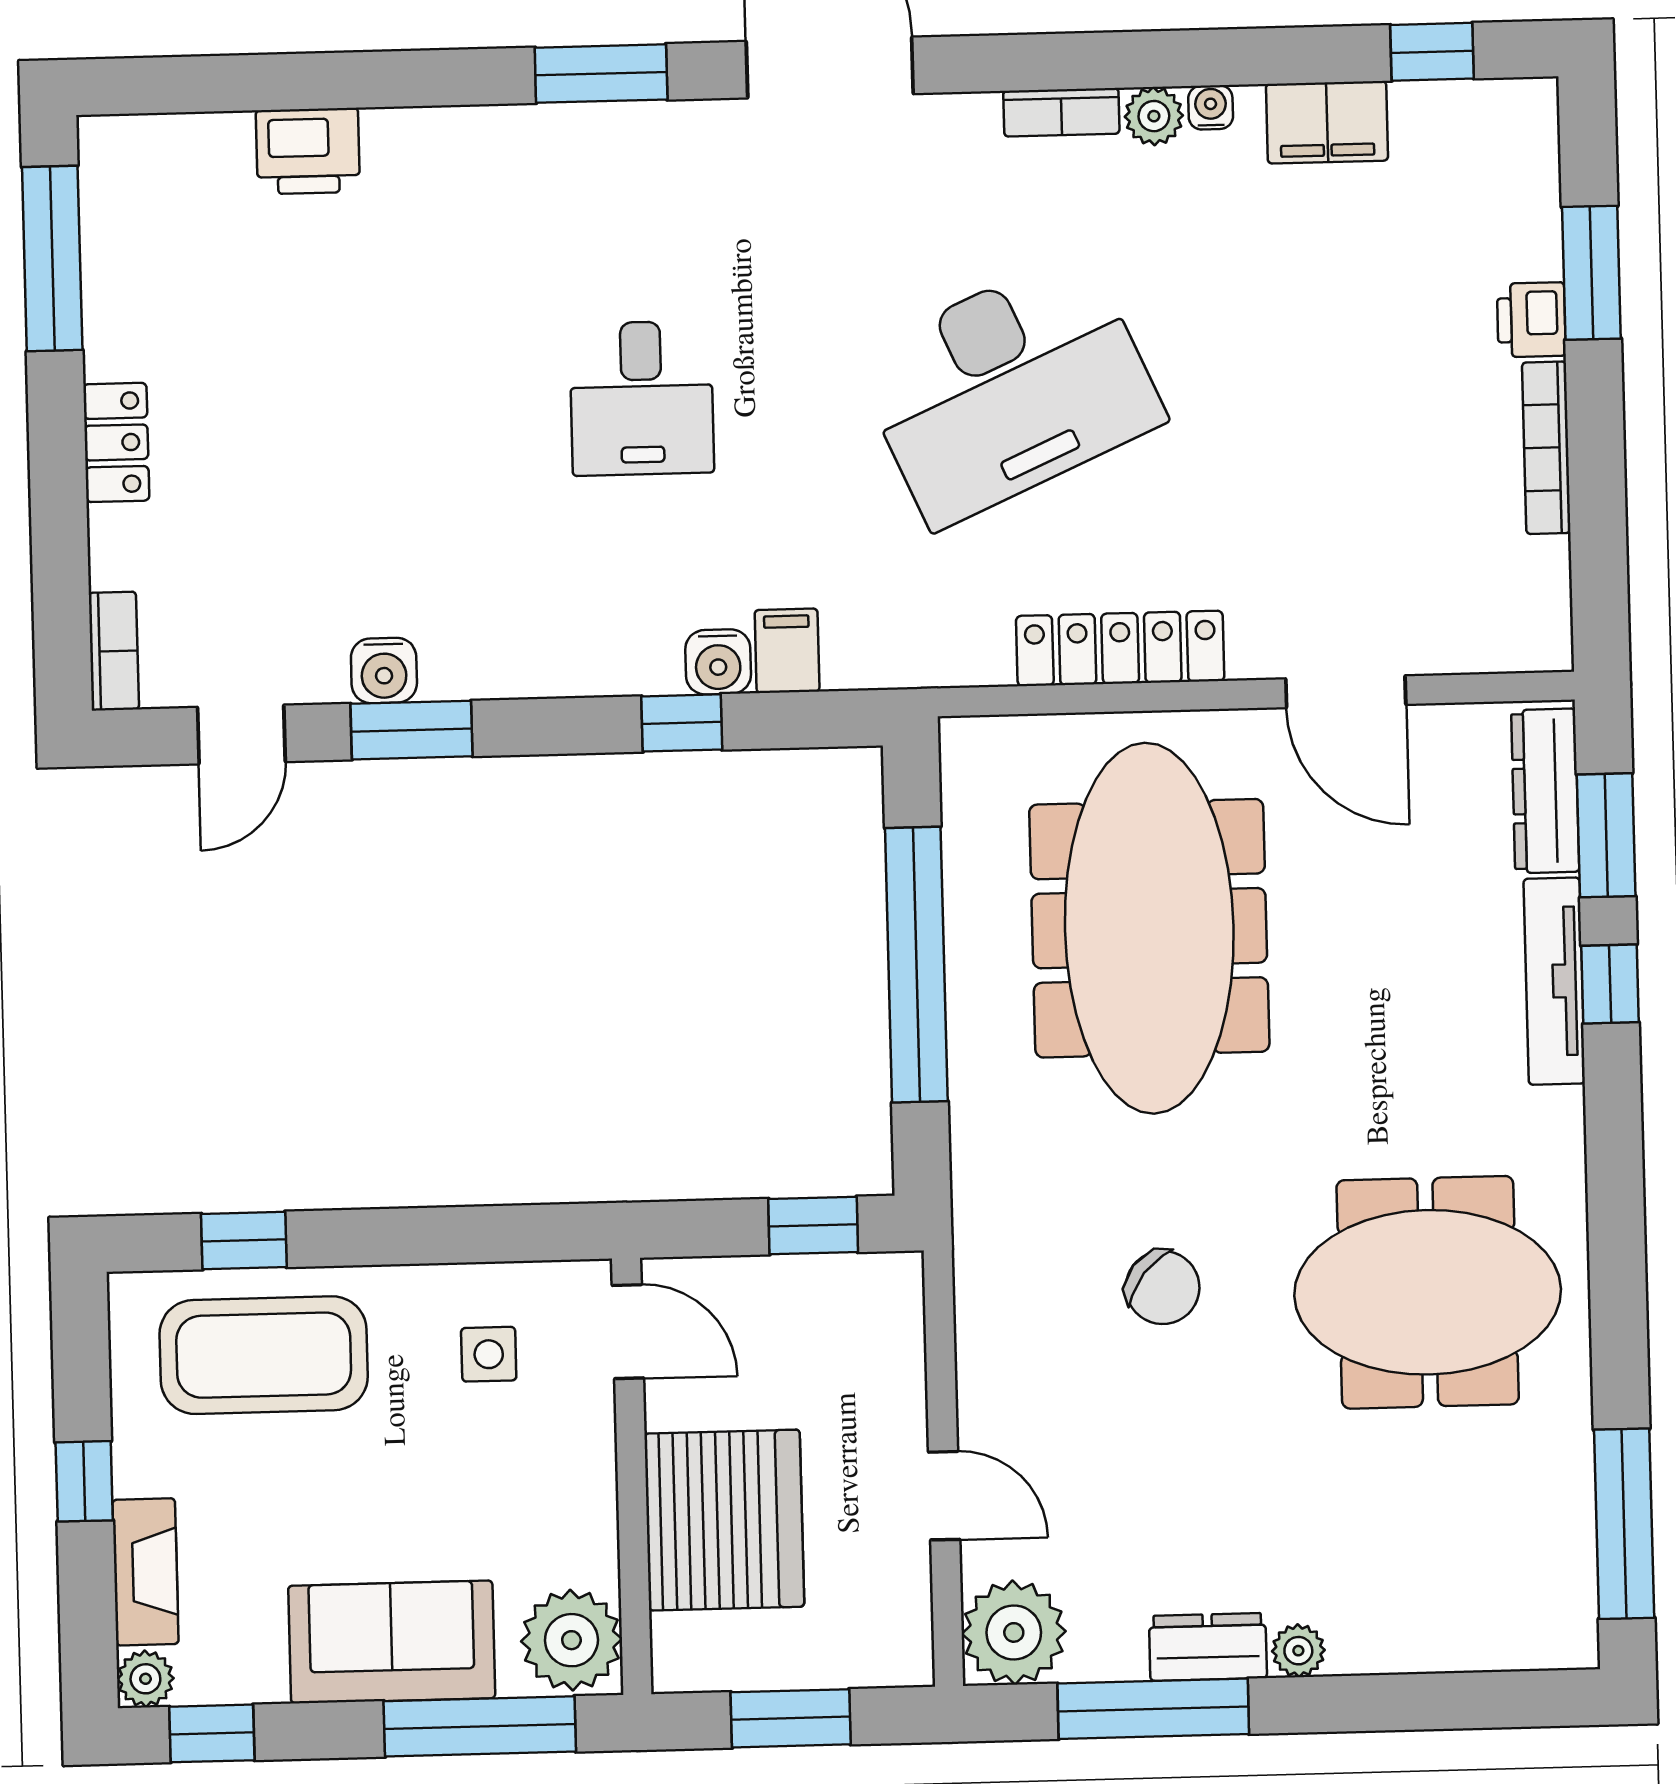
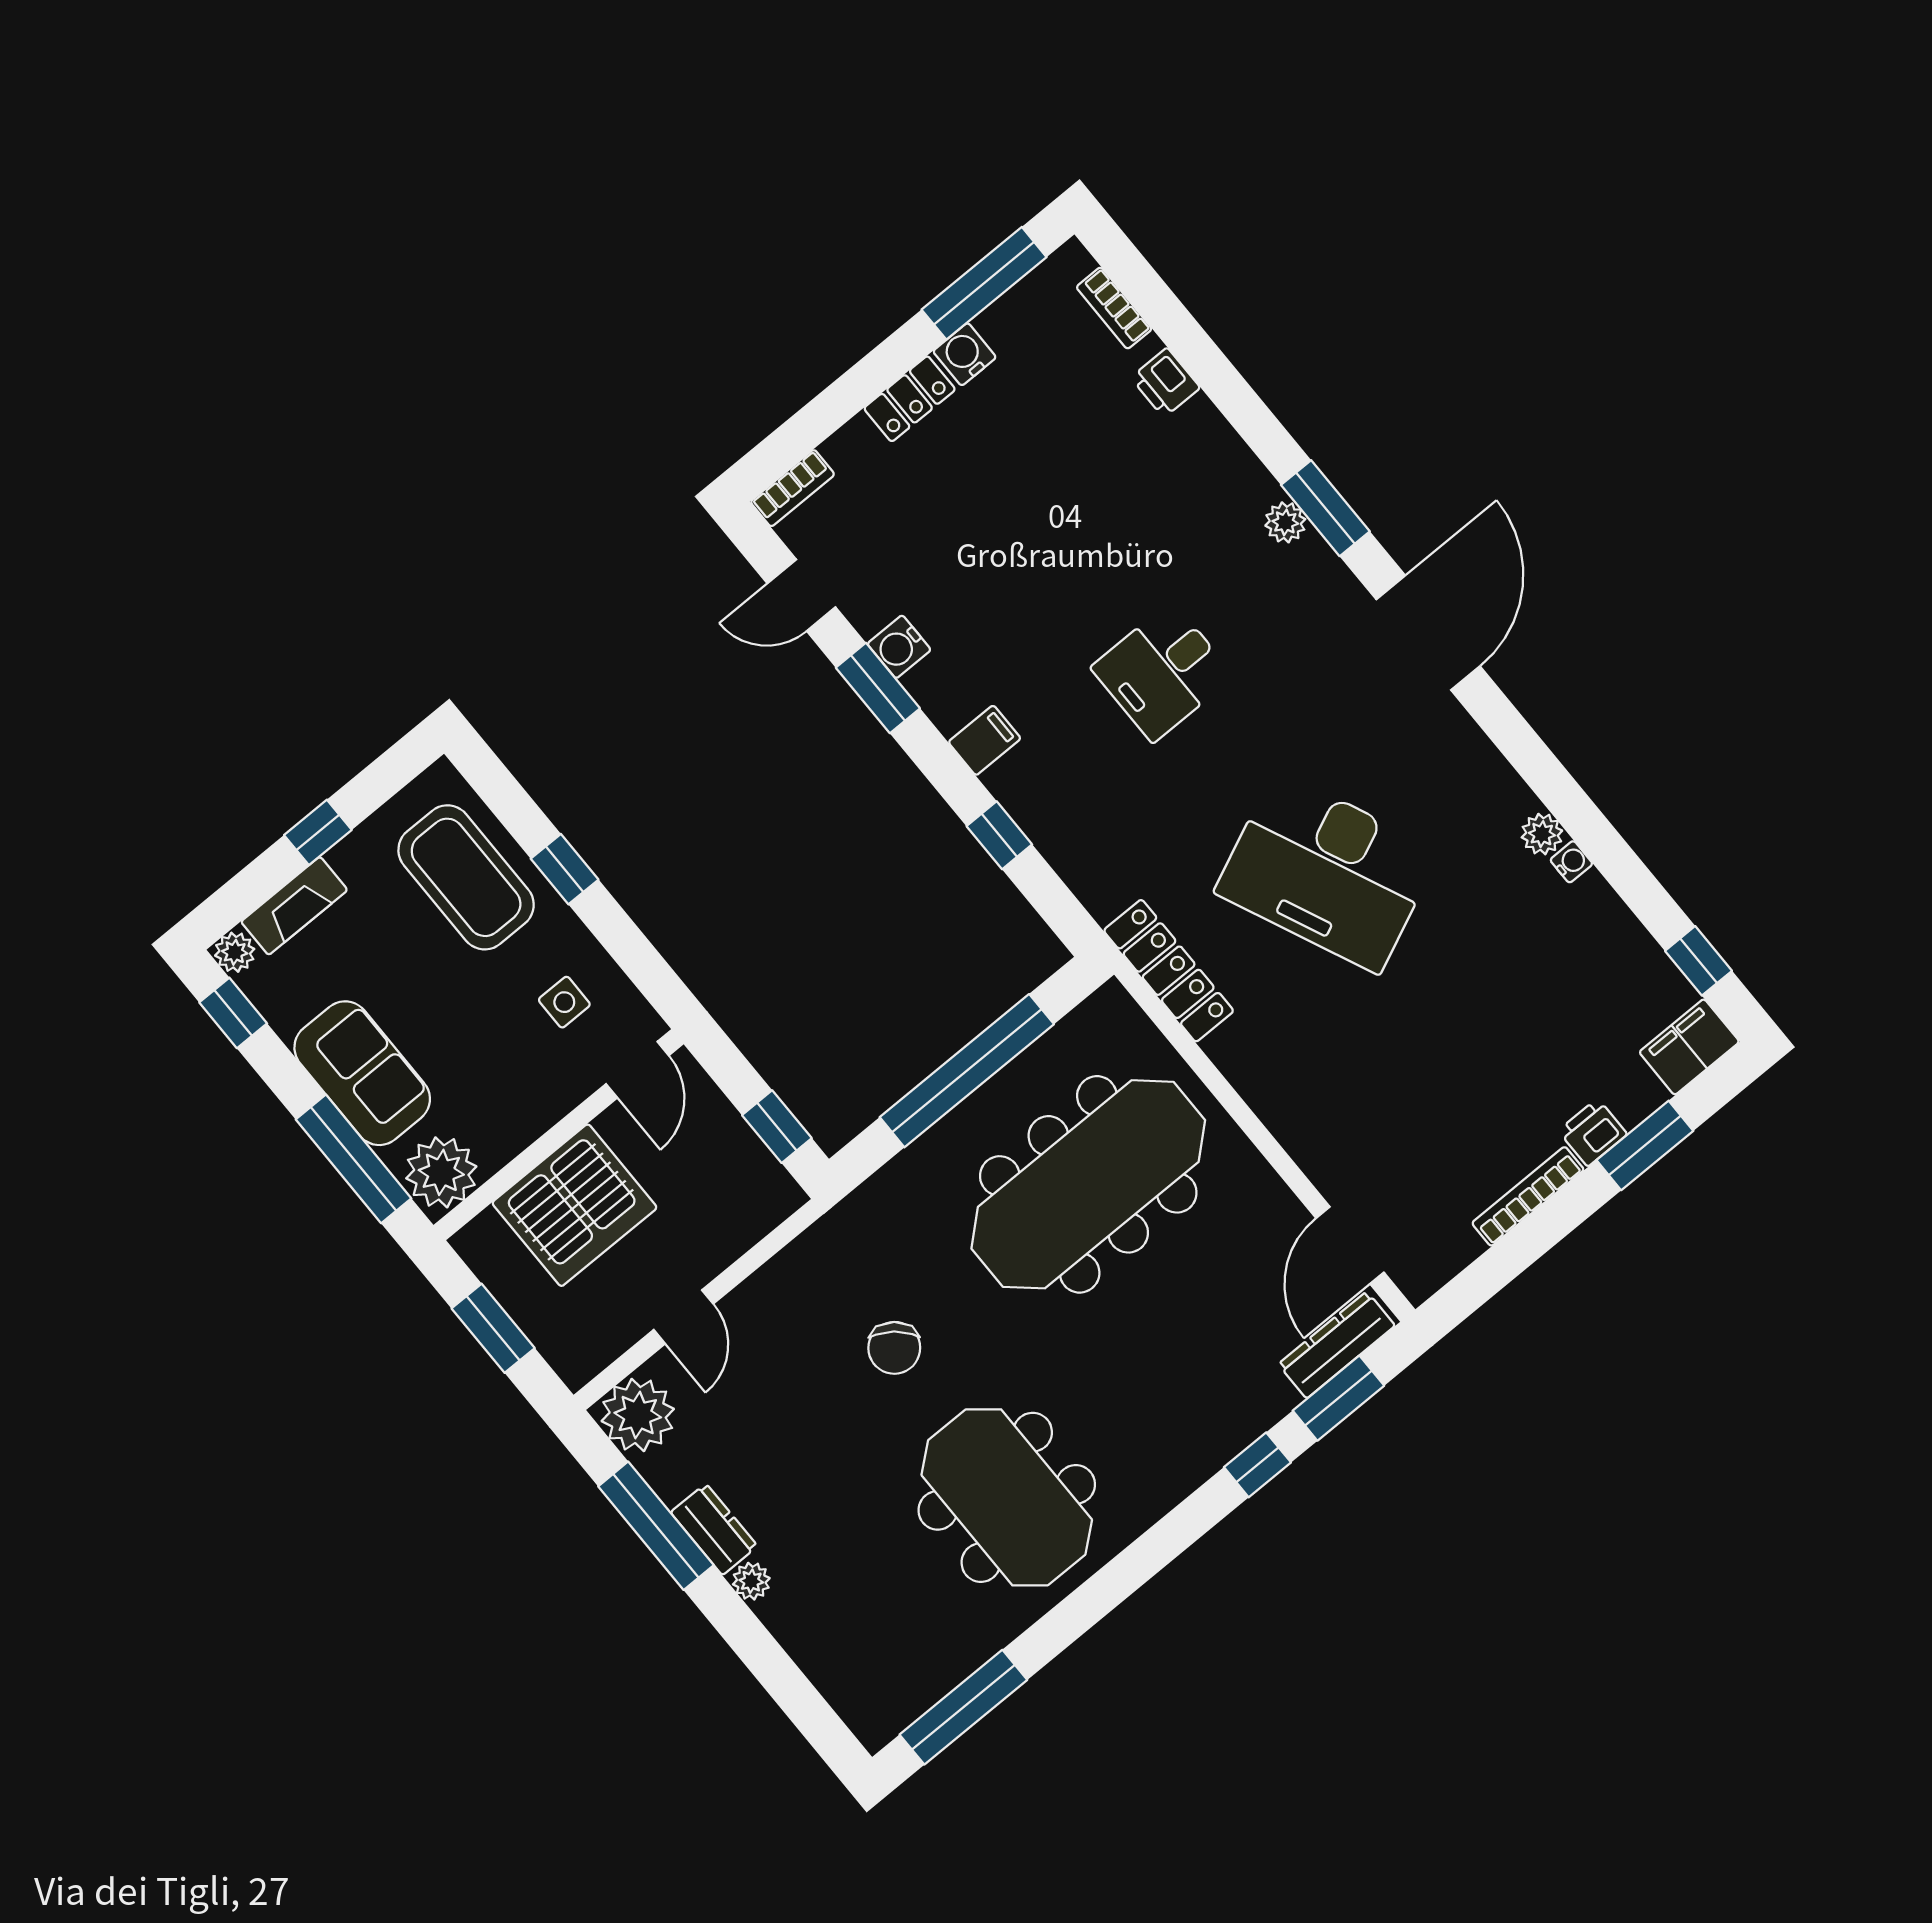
bookcase: (1061, 112) -> (1114, 308), moved
filing cabinet: (1327, 122) -> (1689, 1047), moved, turned 90
plant: (582, 131) -> (1285, 522), added
printer: (308, 151) -> (1165, 383), width x0.73, depth x0.81
locker: (1120, 648) -> (1169, 971), moved
filing cabinet: (787, 651) -> (985, 740), moved
water cooler: (718, 662) -> (965, 354), moved, turned 90
door: (1346, 692) -> (1350, 1245), moved
tv unit: (1554, 981) -> (1235, 1433), removed
window: (244, 1240) -> (565, 869), moved

